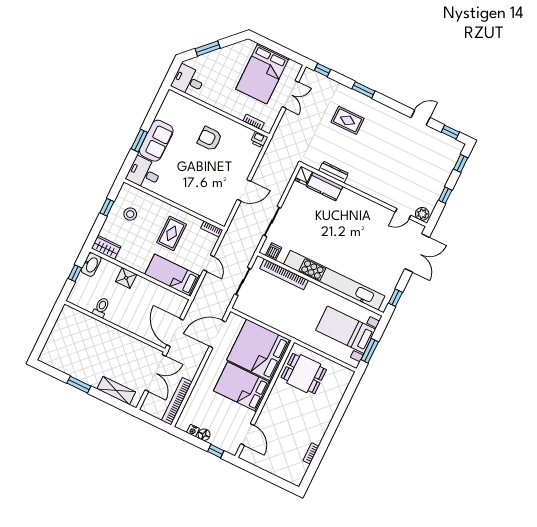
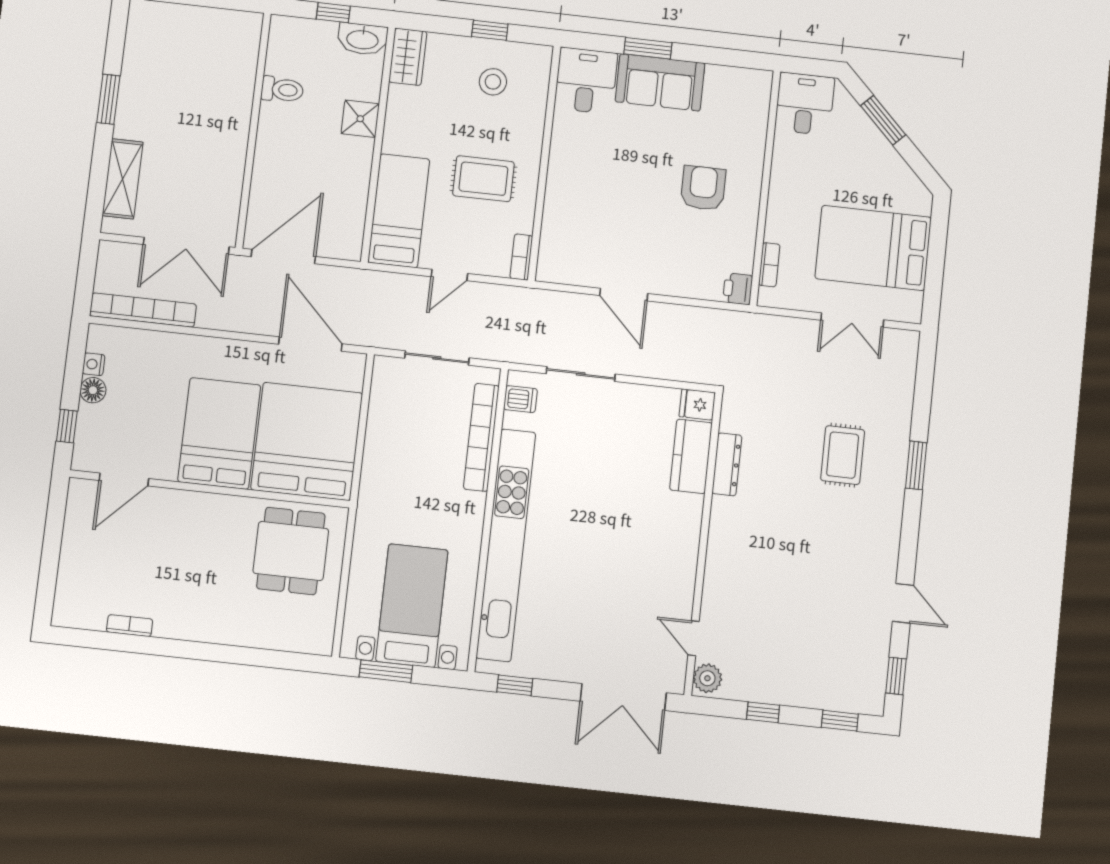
window: (322, 70) -> (926, 367), removed

